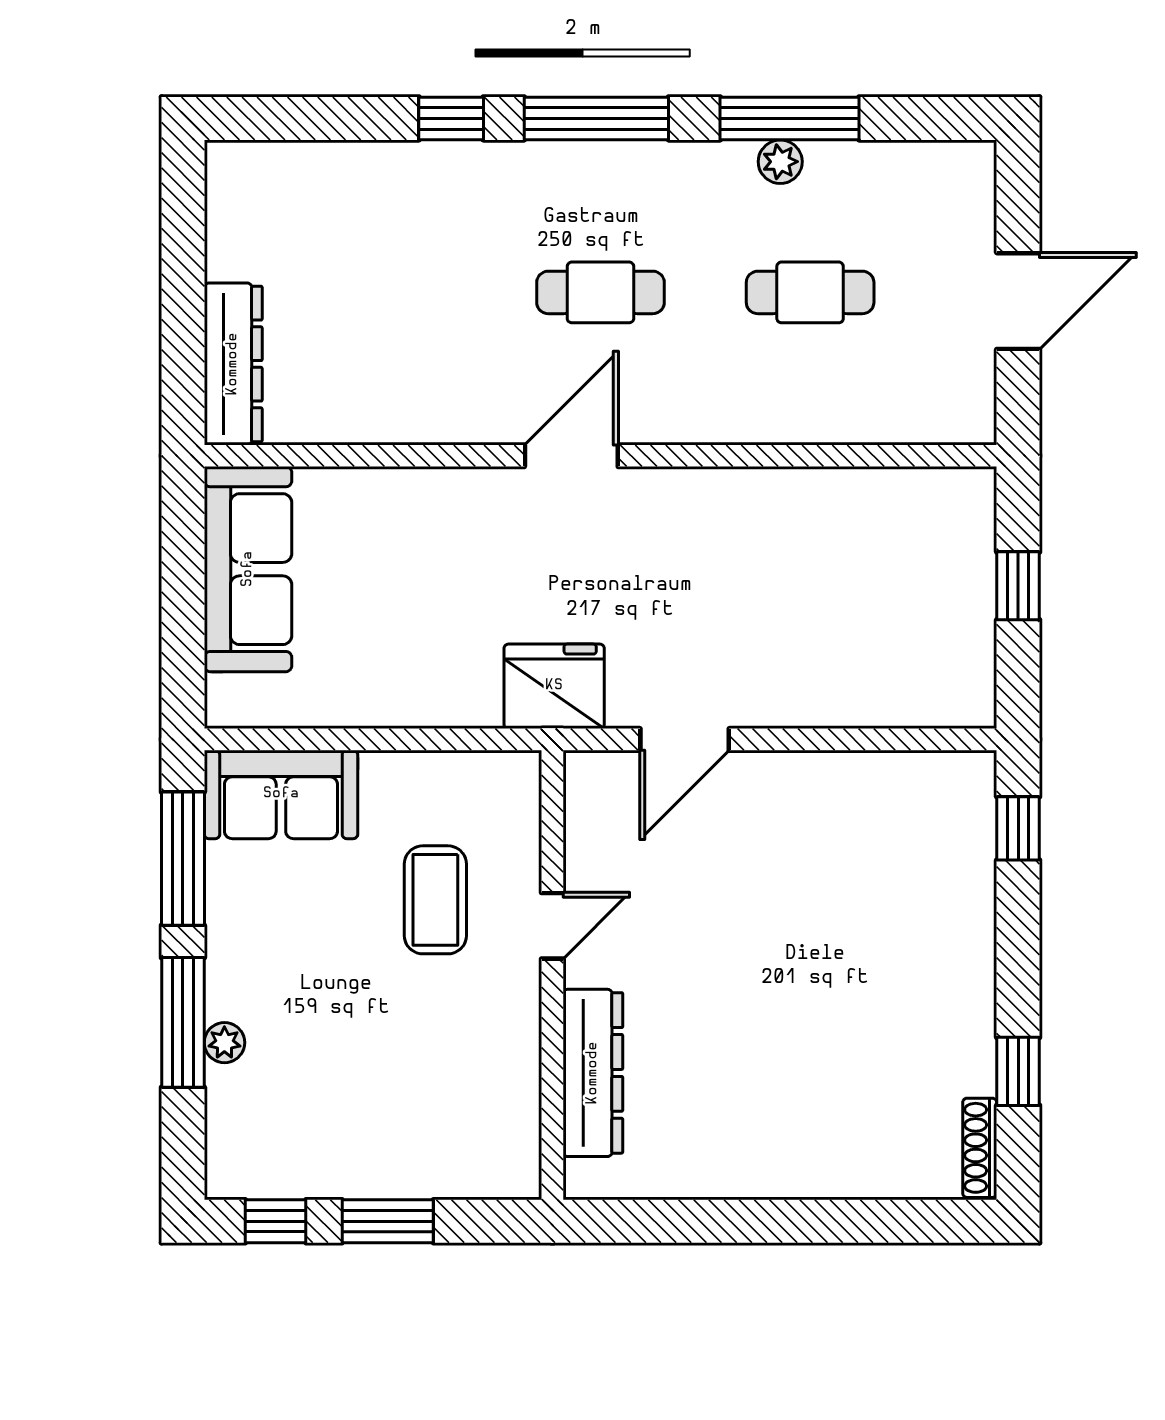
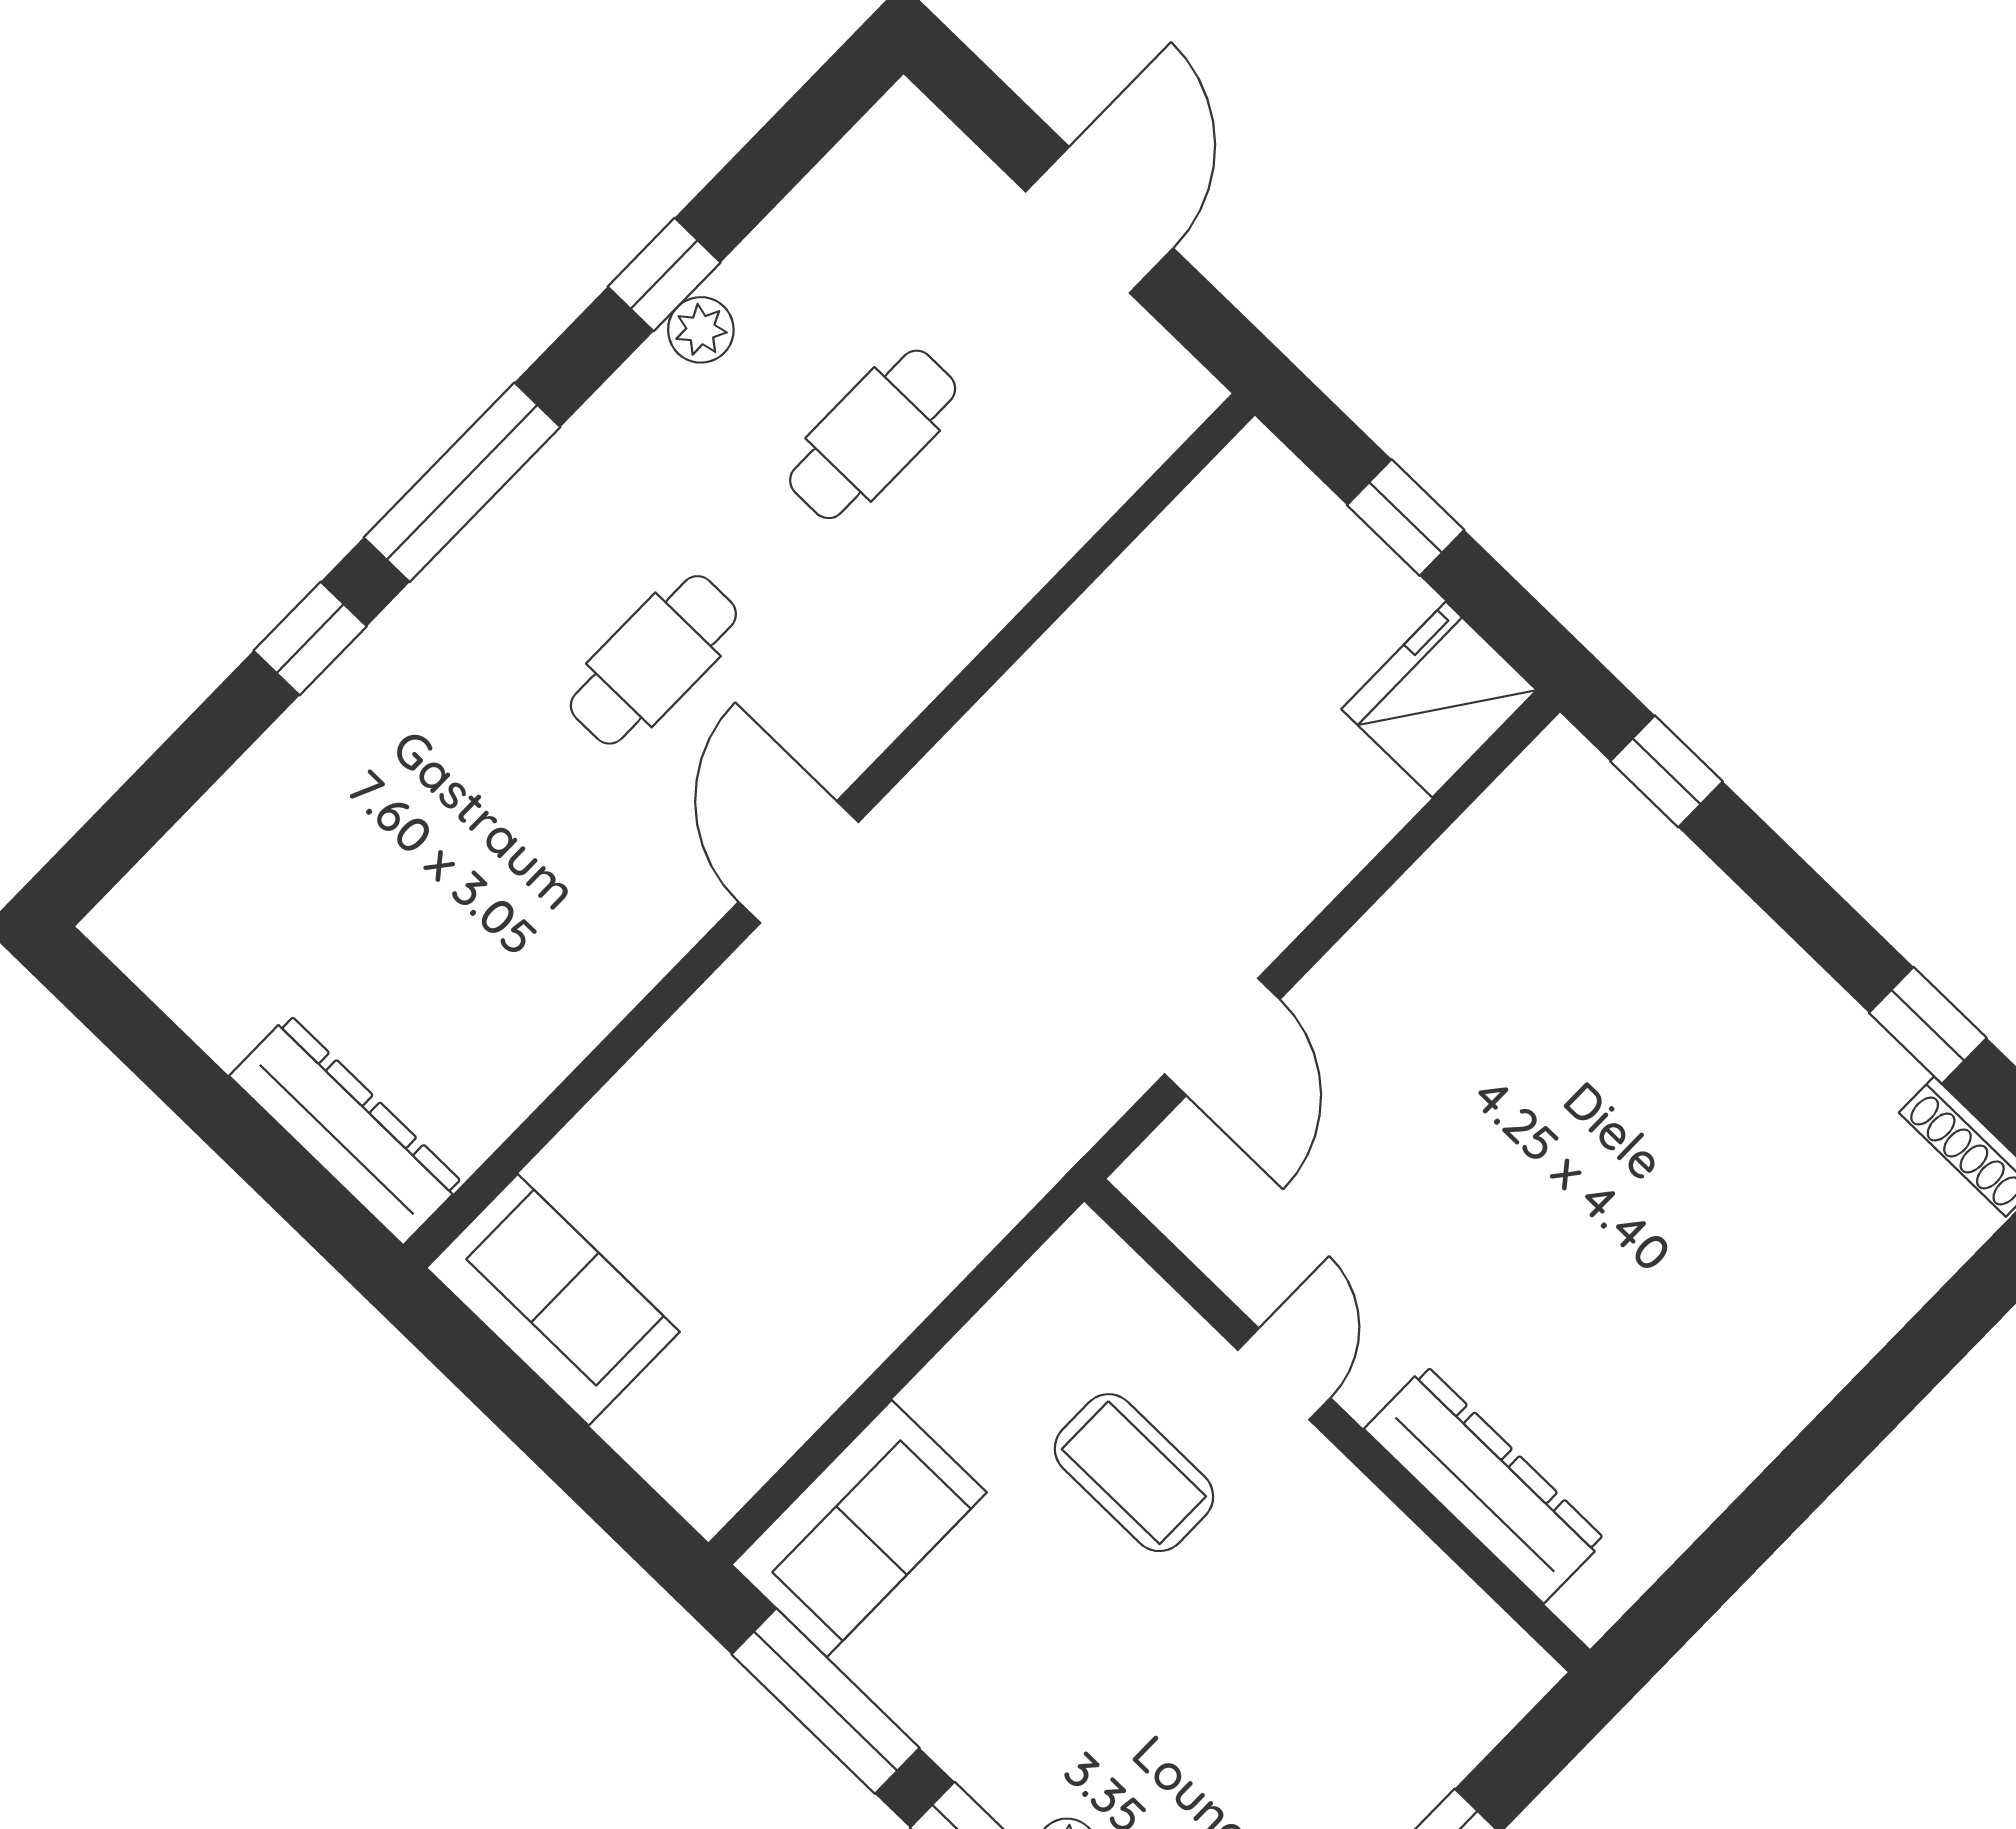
window: (790, 118) -> (664, 275), width x0.46
sofa: (248, 569) -> (553, 1300), width x0.73
fridge: (554, 686) -> (1439, 700), moved

